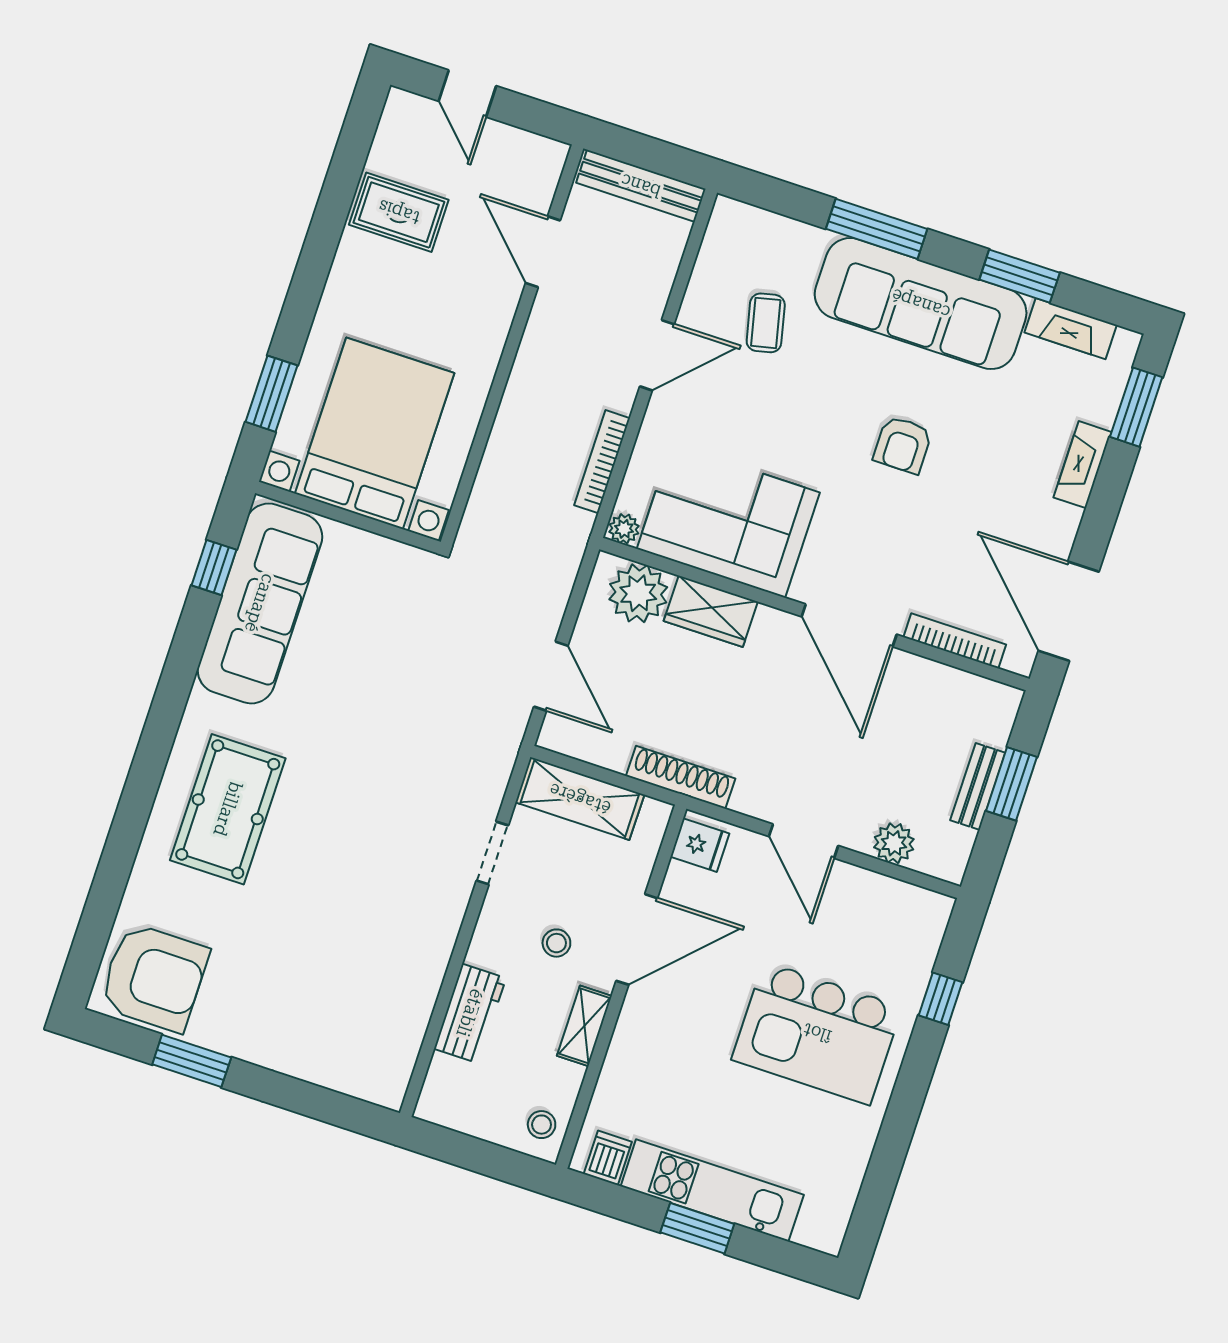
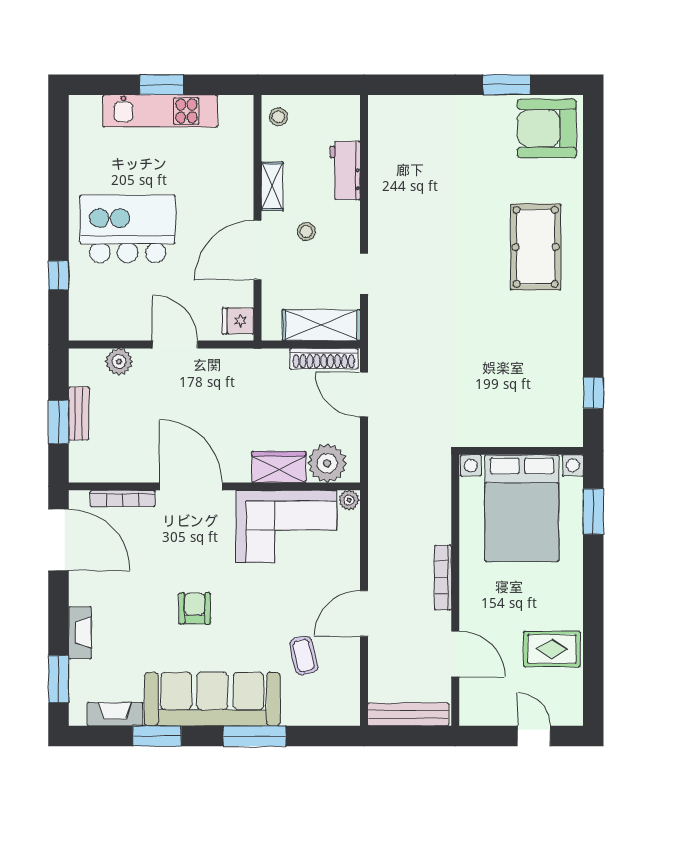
bookcase: (602, 462) -> (443, 578), moved, turned 180
sofa: (260, 603) -> (558, 380), removed
shoe rack: (681, 777) -> (324, 359), moved
dishwasher: (608, 1158) -> (231, 110), removed

